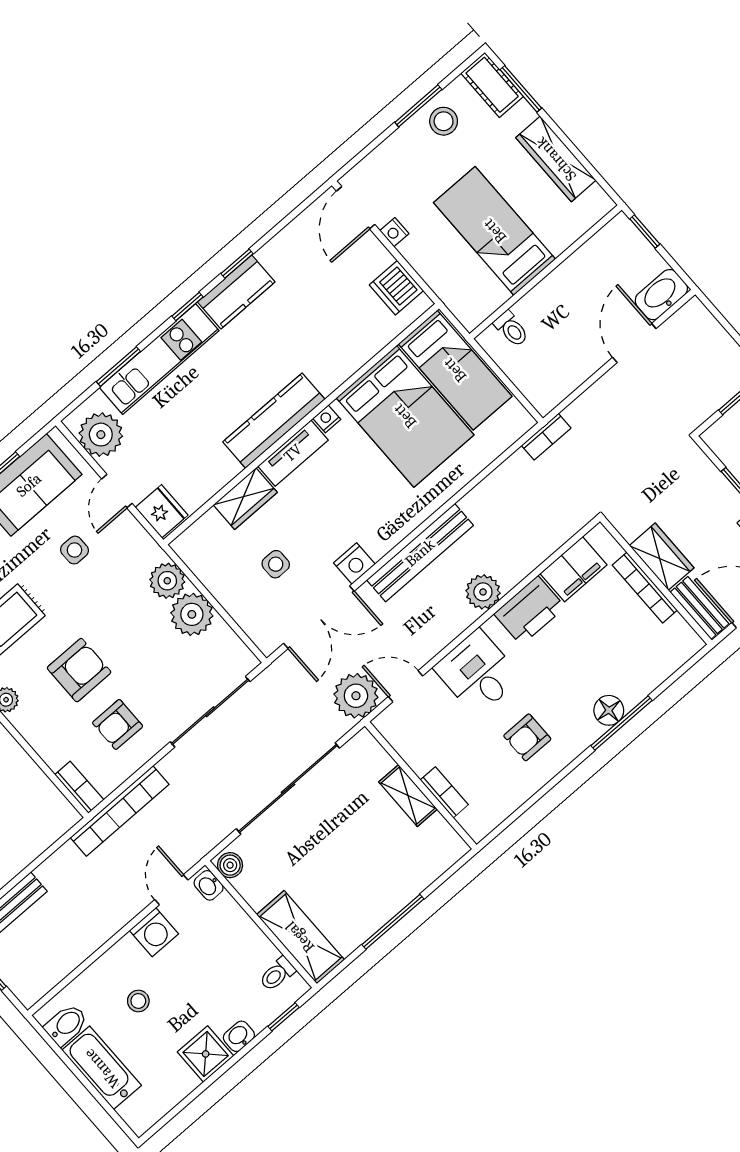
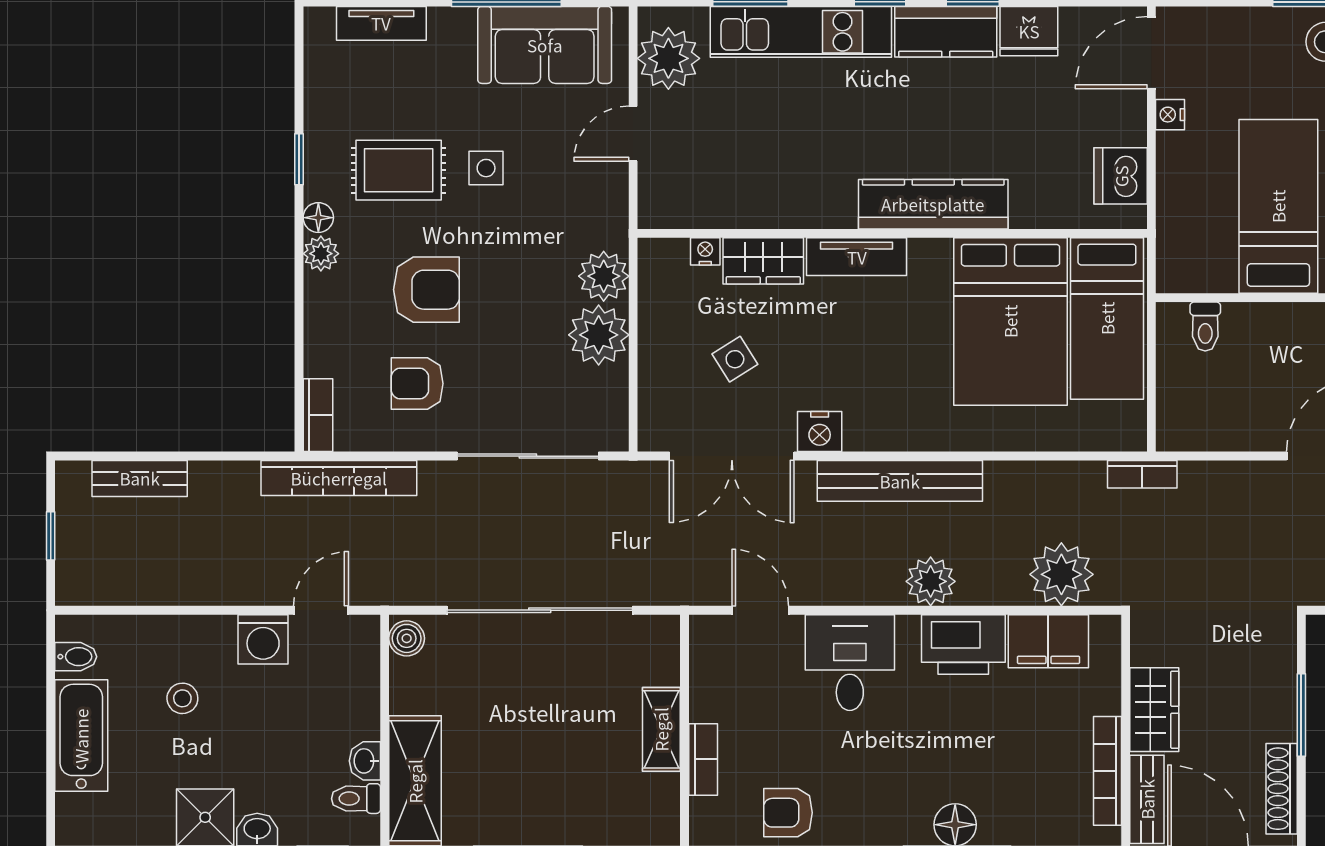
nightstand: (327, 419) -> (705, 251), moved
kitchen counter: (274, 421) -> (933, 204), moved
fridge: (162, 511) -> (1029, 31), moved, turned 90
side table: (75, 550) -> (486, 168), moved
side table: (276, 564) -> (735, 359), turned -32
bookcase: (645, 588) -> (1107, 771), moved
plant: (356, 696) -> (1061, 574), moved
armchair: (527, 737) -> (788, 813), moved
washbasin: (209, 885) -> (365, 761), moved
bidet: (66, 1025) -> (76, 657), width x0.72, depth x0.74

